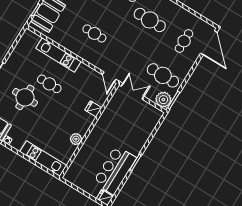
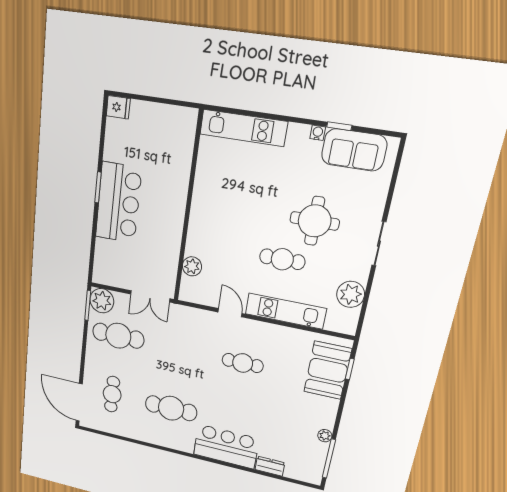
plant: (21, 52) -> (351, 294), added
door: (109, 77) -> (230, 313), moved
fridge: (93, 109) -> (196, 246), removed
plant: (76, 139) -> (192, 266), moved
bar counter: (115, 170) -> (118, 203), moved

